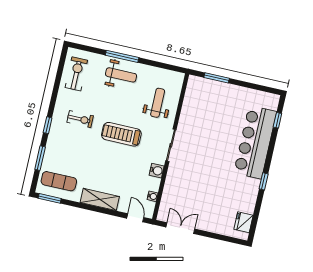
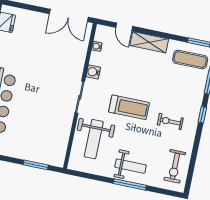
weight bench: (121, 75) -> (131, 166), turned 180
weight bench: (158, 103) -> (94, 139), width x1.36, depth x1.33
door: (135, 218) -> (124, 27), moved
double door: (180, 228) -> (69, 15), width x1.37

